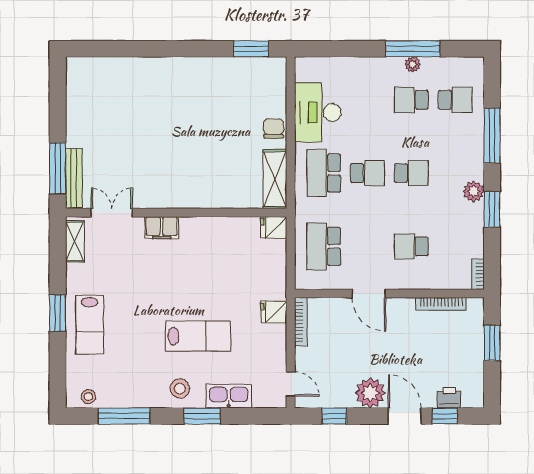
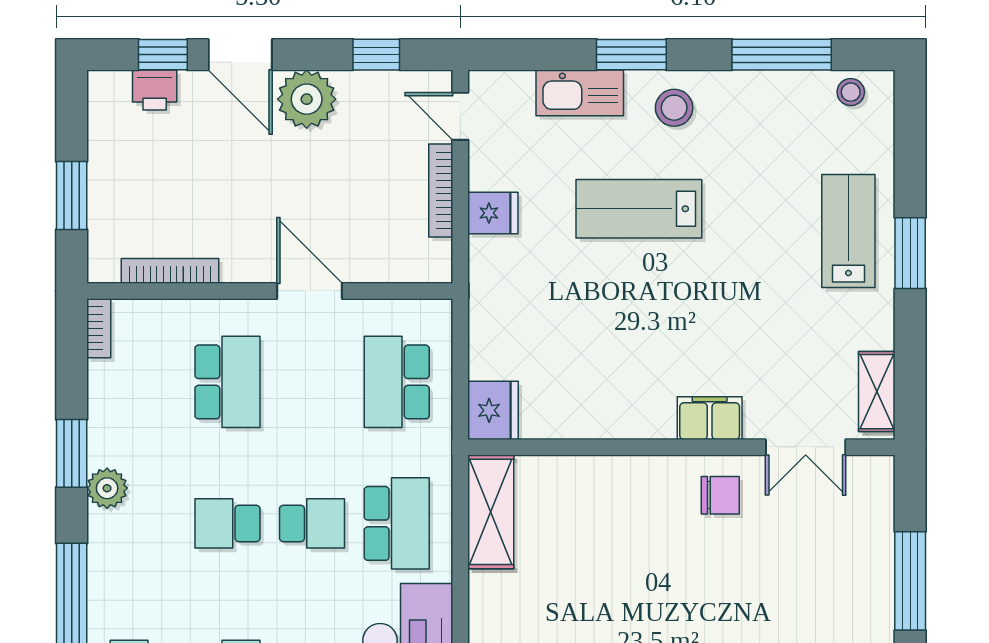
chair: (274, 129) -> (720, 495), moved, turned -90
window: (58, 168) -> (910, 581), moved
school desk: (367, 173) -> (312, 523), turned 180
bench: (74, 178) -> (879, 514), removed
fridge: (274, 227) -> (493, 410), width x1.38
school desk: (324, 246) -> (397, 382), turned 180
school desk: (411, 246) -> (227, 382), width x1.85
fridge: (274, 312) -> (493, 213), moved
bookcase: (301, 322) -> (441, 190), moved

